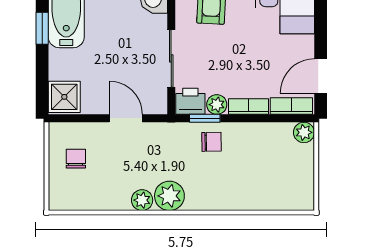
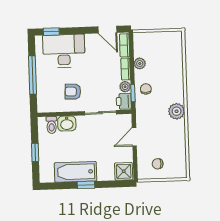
plant: (304, 132) -> (140, 63), moved
plant: (142, 200) -> (179, 126), removed

